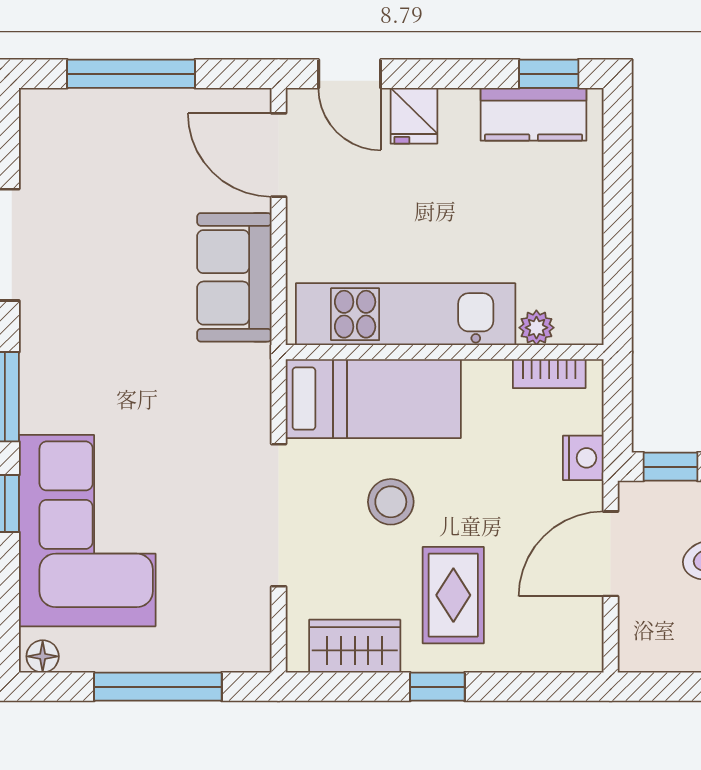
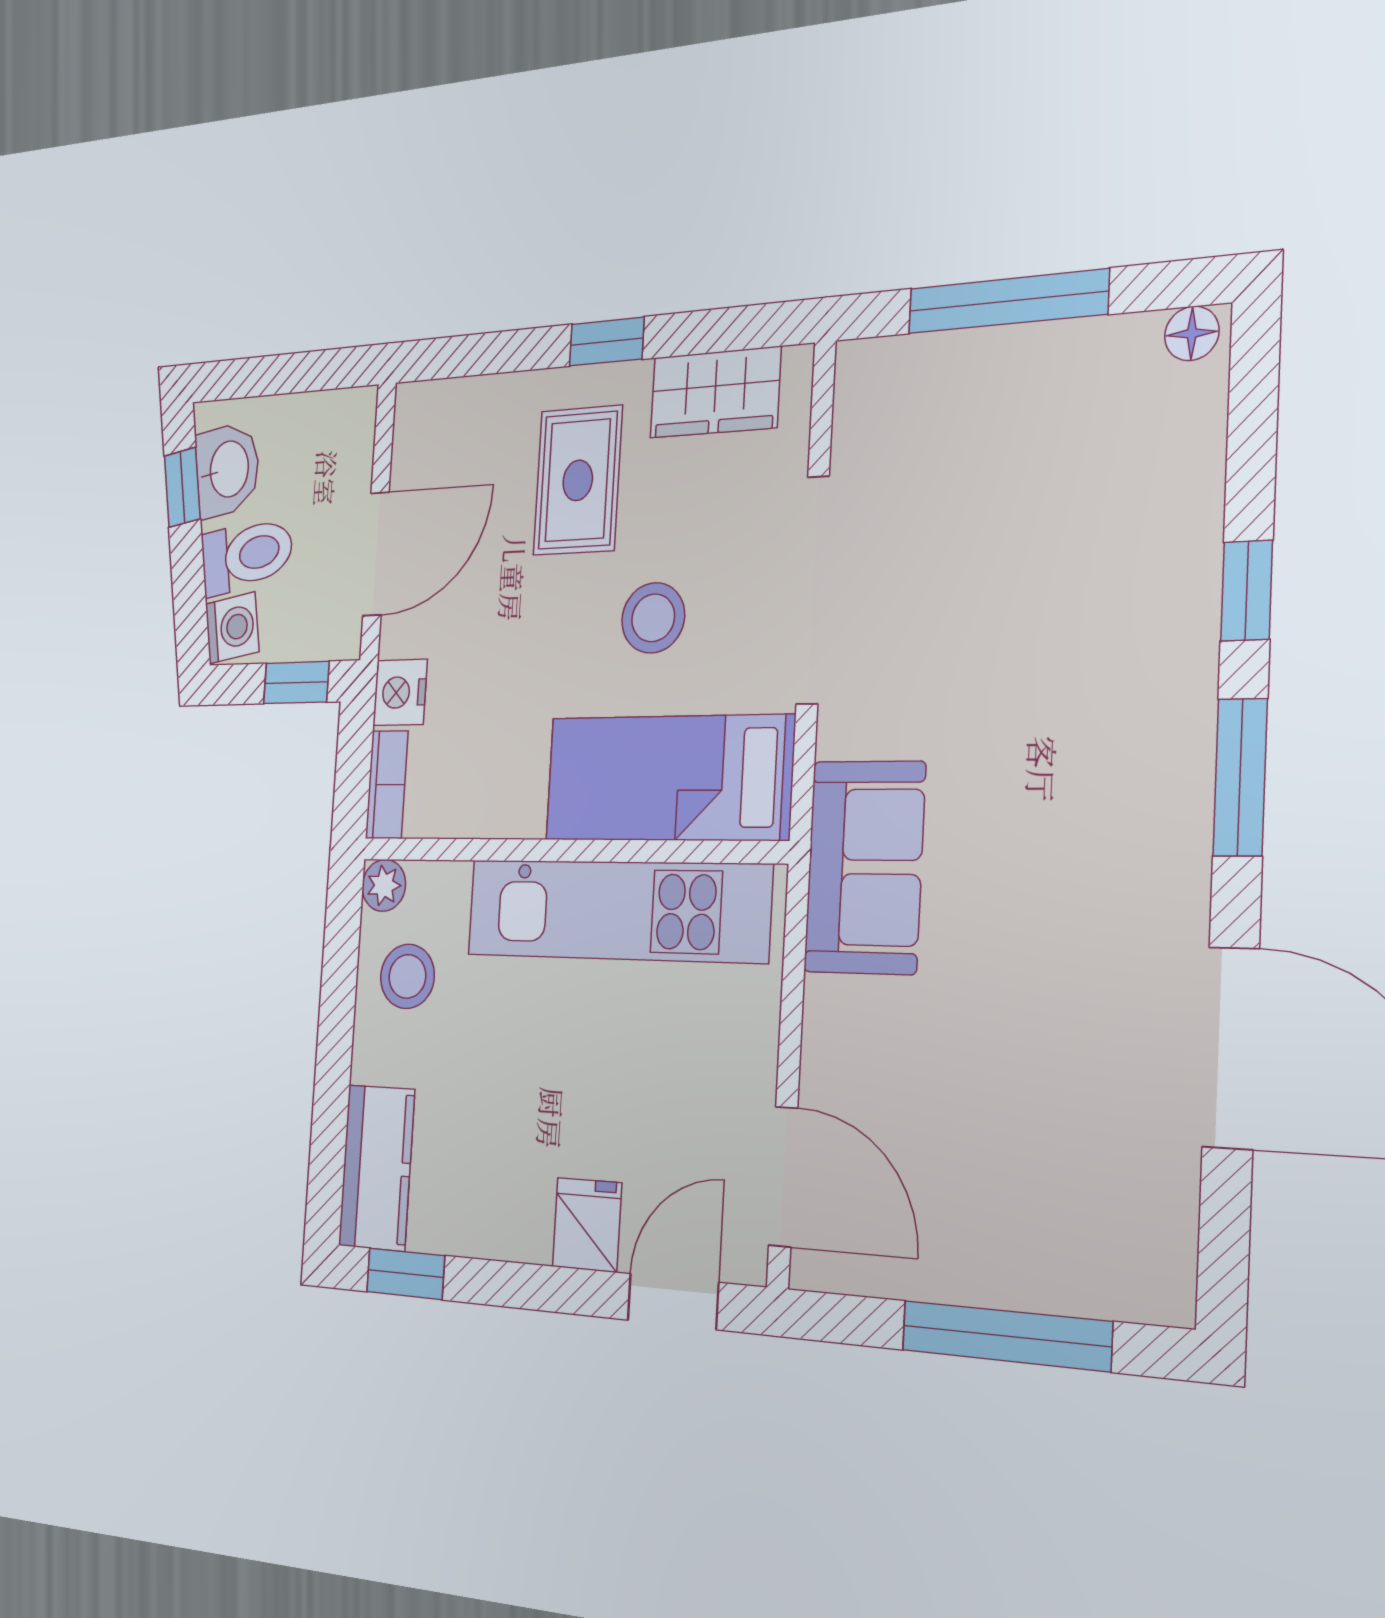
door: (350, 74) -> (673, 1301), hinge flipped
kitchen counter: (534, 114) -> (377, 1168), moved, turned 90
stool: (562, 267) -> (407, 976), added
sofa: (234, 277) -> (865, 867), moved
plant: (536, 328) -> (384, 885), moved
bookcase: (549, 374) -> (387, 785), moved, turned 90
corner sofa: (87, 531) -> (1110, 551), removed

